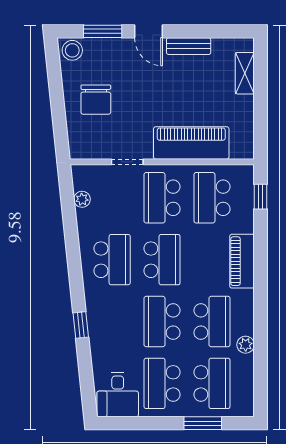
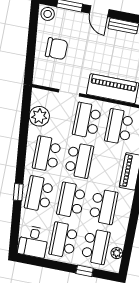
chair: (96, 100) -> (57, 49), turned -90
plant: (82, 199) -> (39, 116), width x1.87, depth x1.87
school desk: (112, 260) -> (47, 154), turned 180
school desk: (112, 322) -> (39, 194), added
plant: (246, 345) -> (117, 253), moved
window: (203, 423) -> (85, 271), width x0.67

